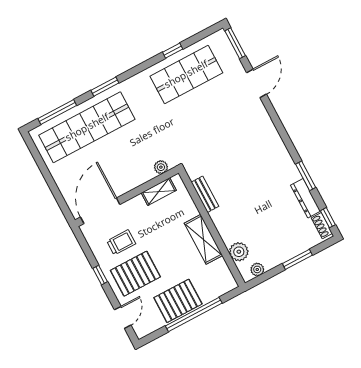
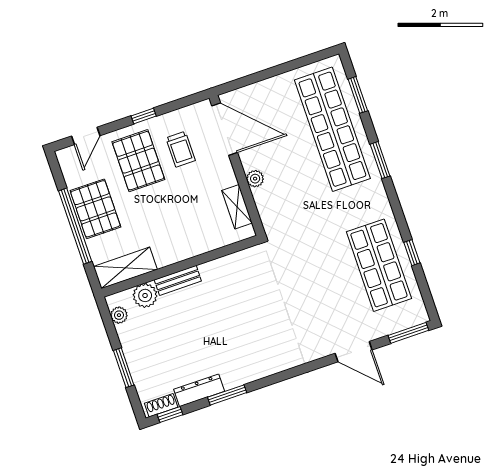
window: (57, 112) -> (358, 95), width x0.69
plant: (161, 167) -> (255, 179), moved
bench: (205, 194) -> (178, 280), moved
shelving: (203, 239) -> (125, 268), moved
door: (123, 317) -> (86, 136), hinge flipped

